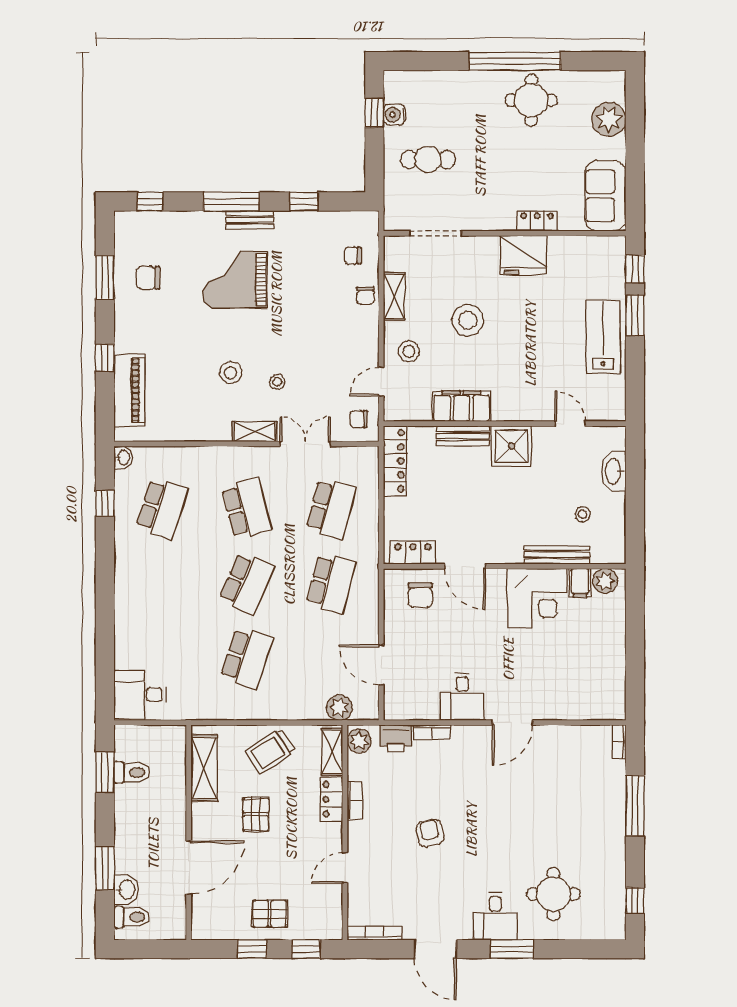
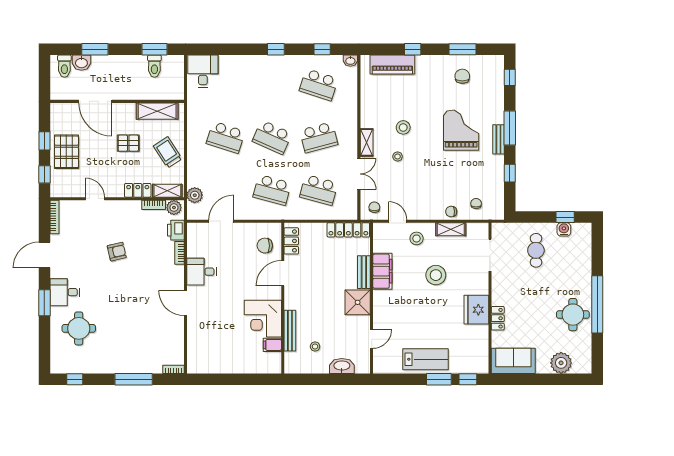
window: (105, 577) -> (276, 49), added
plant: (605, 581) -> (274, 360), removed
bookcase: (355, 800) -> (154, 205), moved
pallet: (270, 914) -> (66, 152), width x1.50, depth x1.42

